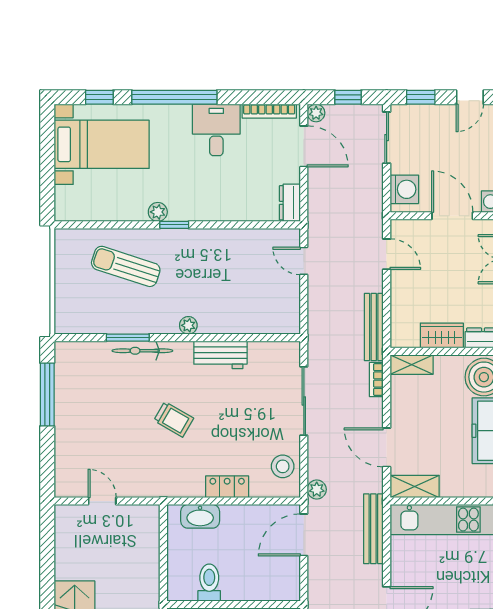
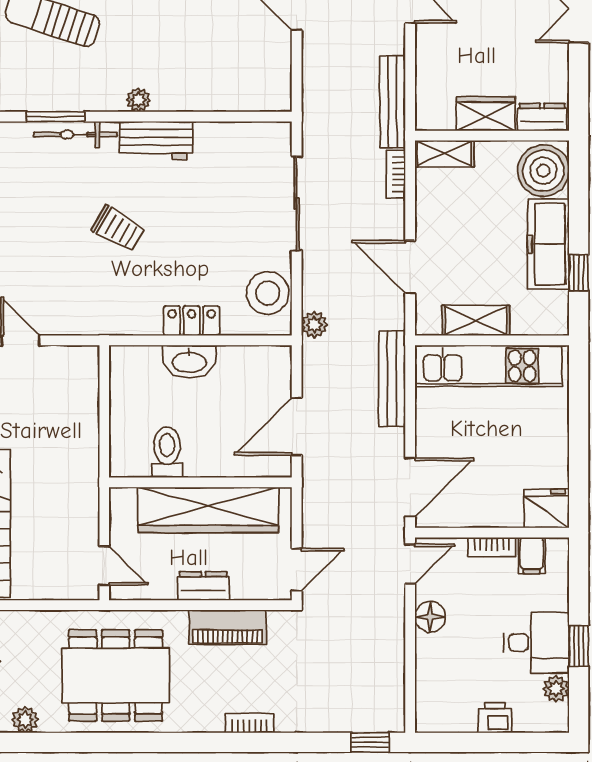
workbench: (220, 355) -> (156, 140), moved
stool: (283, 466) -> (268, 293), width x1.38, depth x1.38
shelving: (415, 486) -> (476, 321), moved
washbasin: (200, 516) -> (189, 361), moved
door: (304, 535) -> (297, 426), moved

